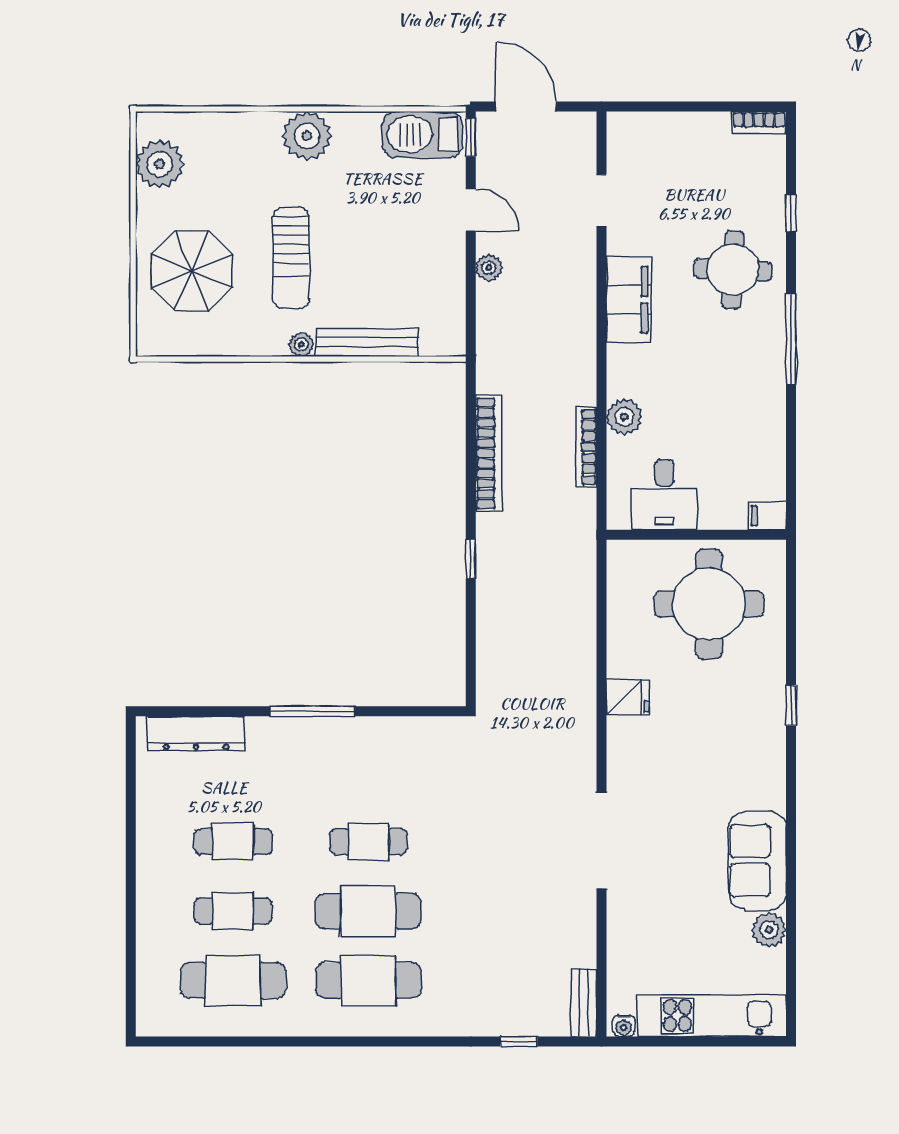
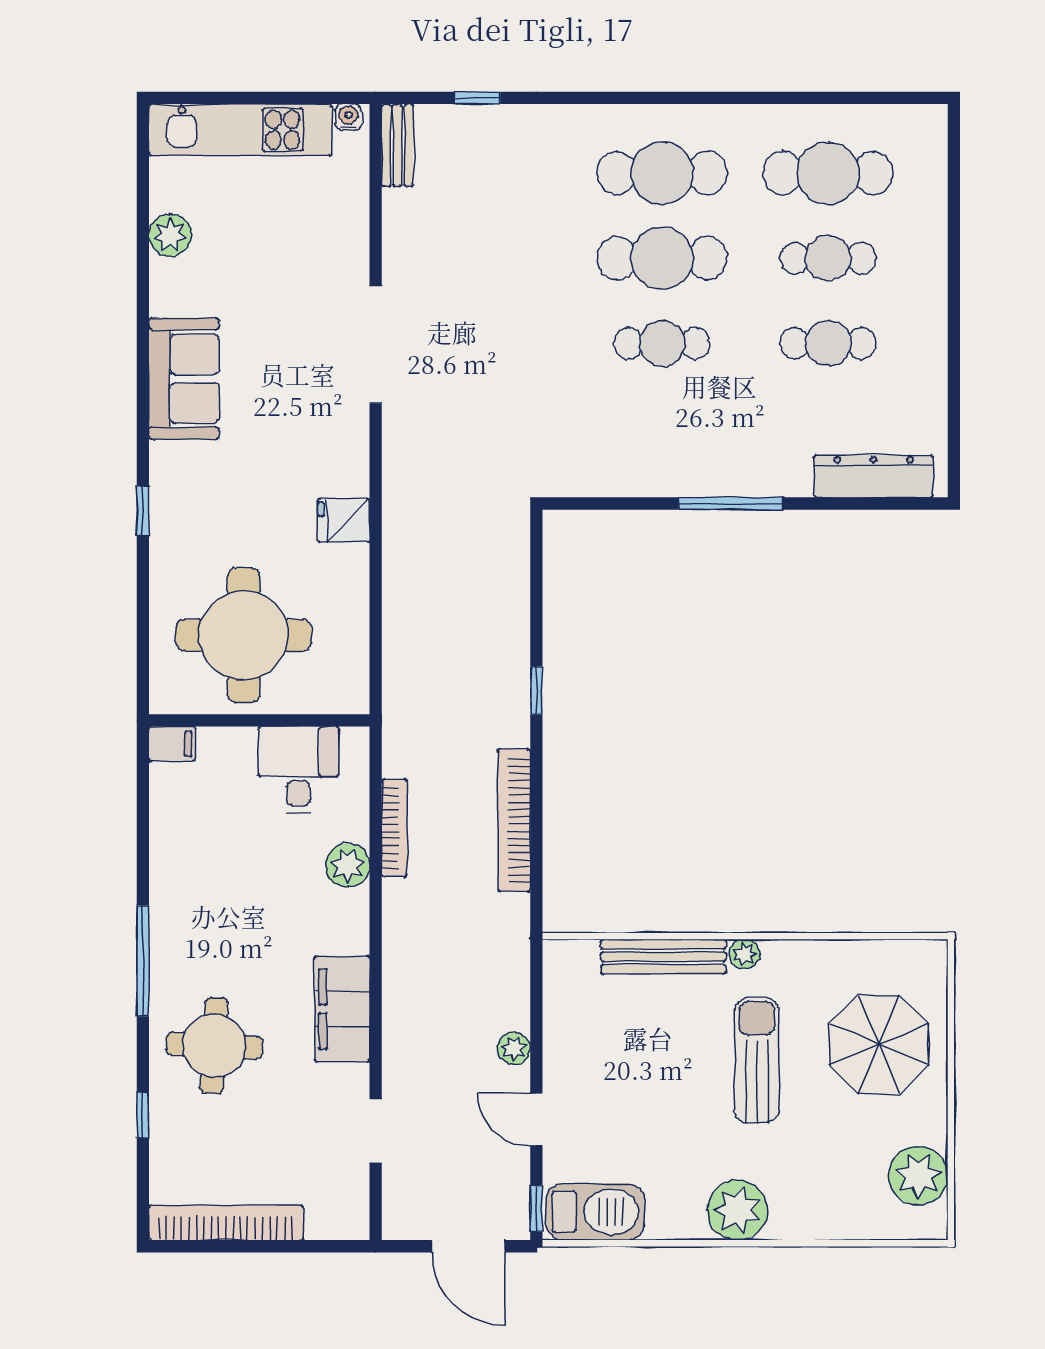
bookcase: (759, 122) -> (226, 1223), width x2.31, depth x1.31
sofa: (758, 861) -> (184, 379), moved

